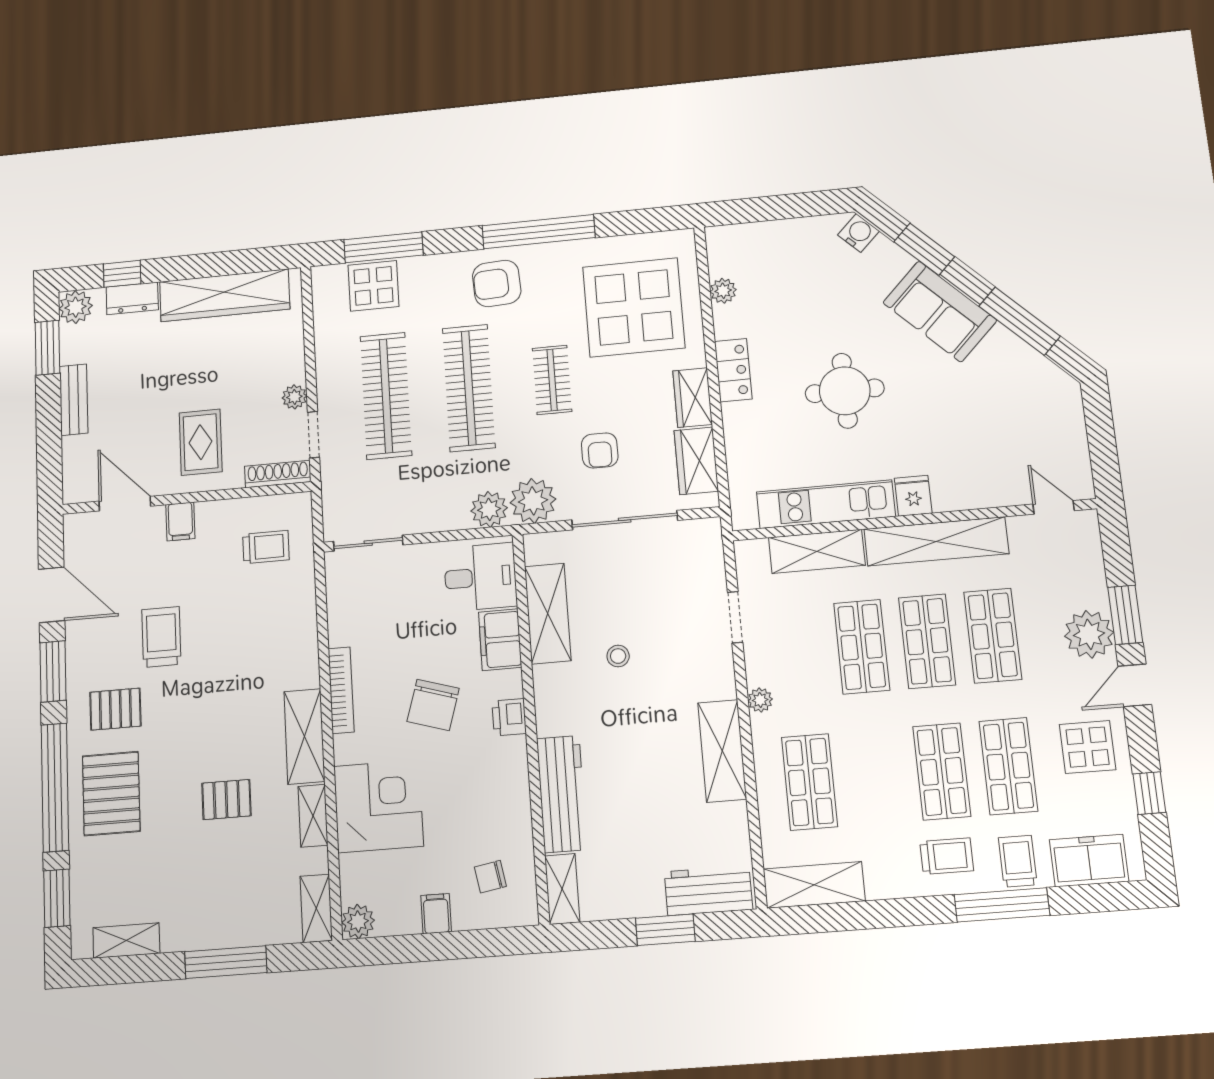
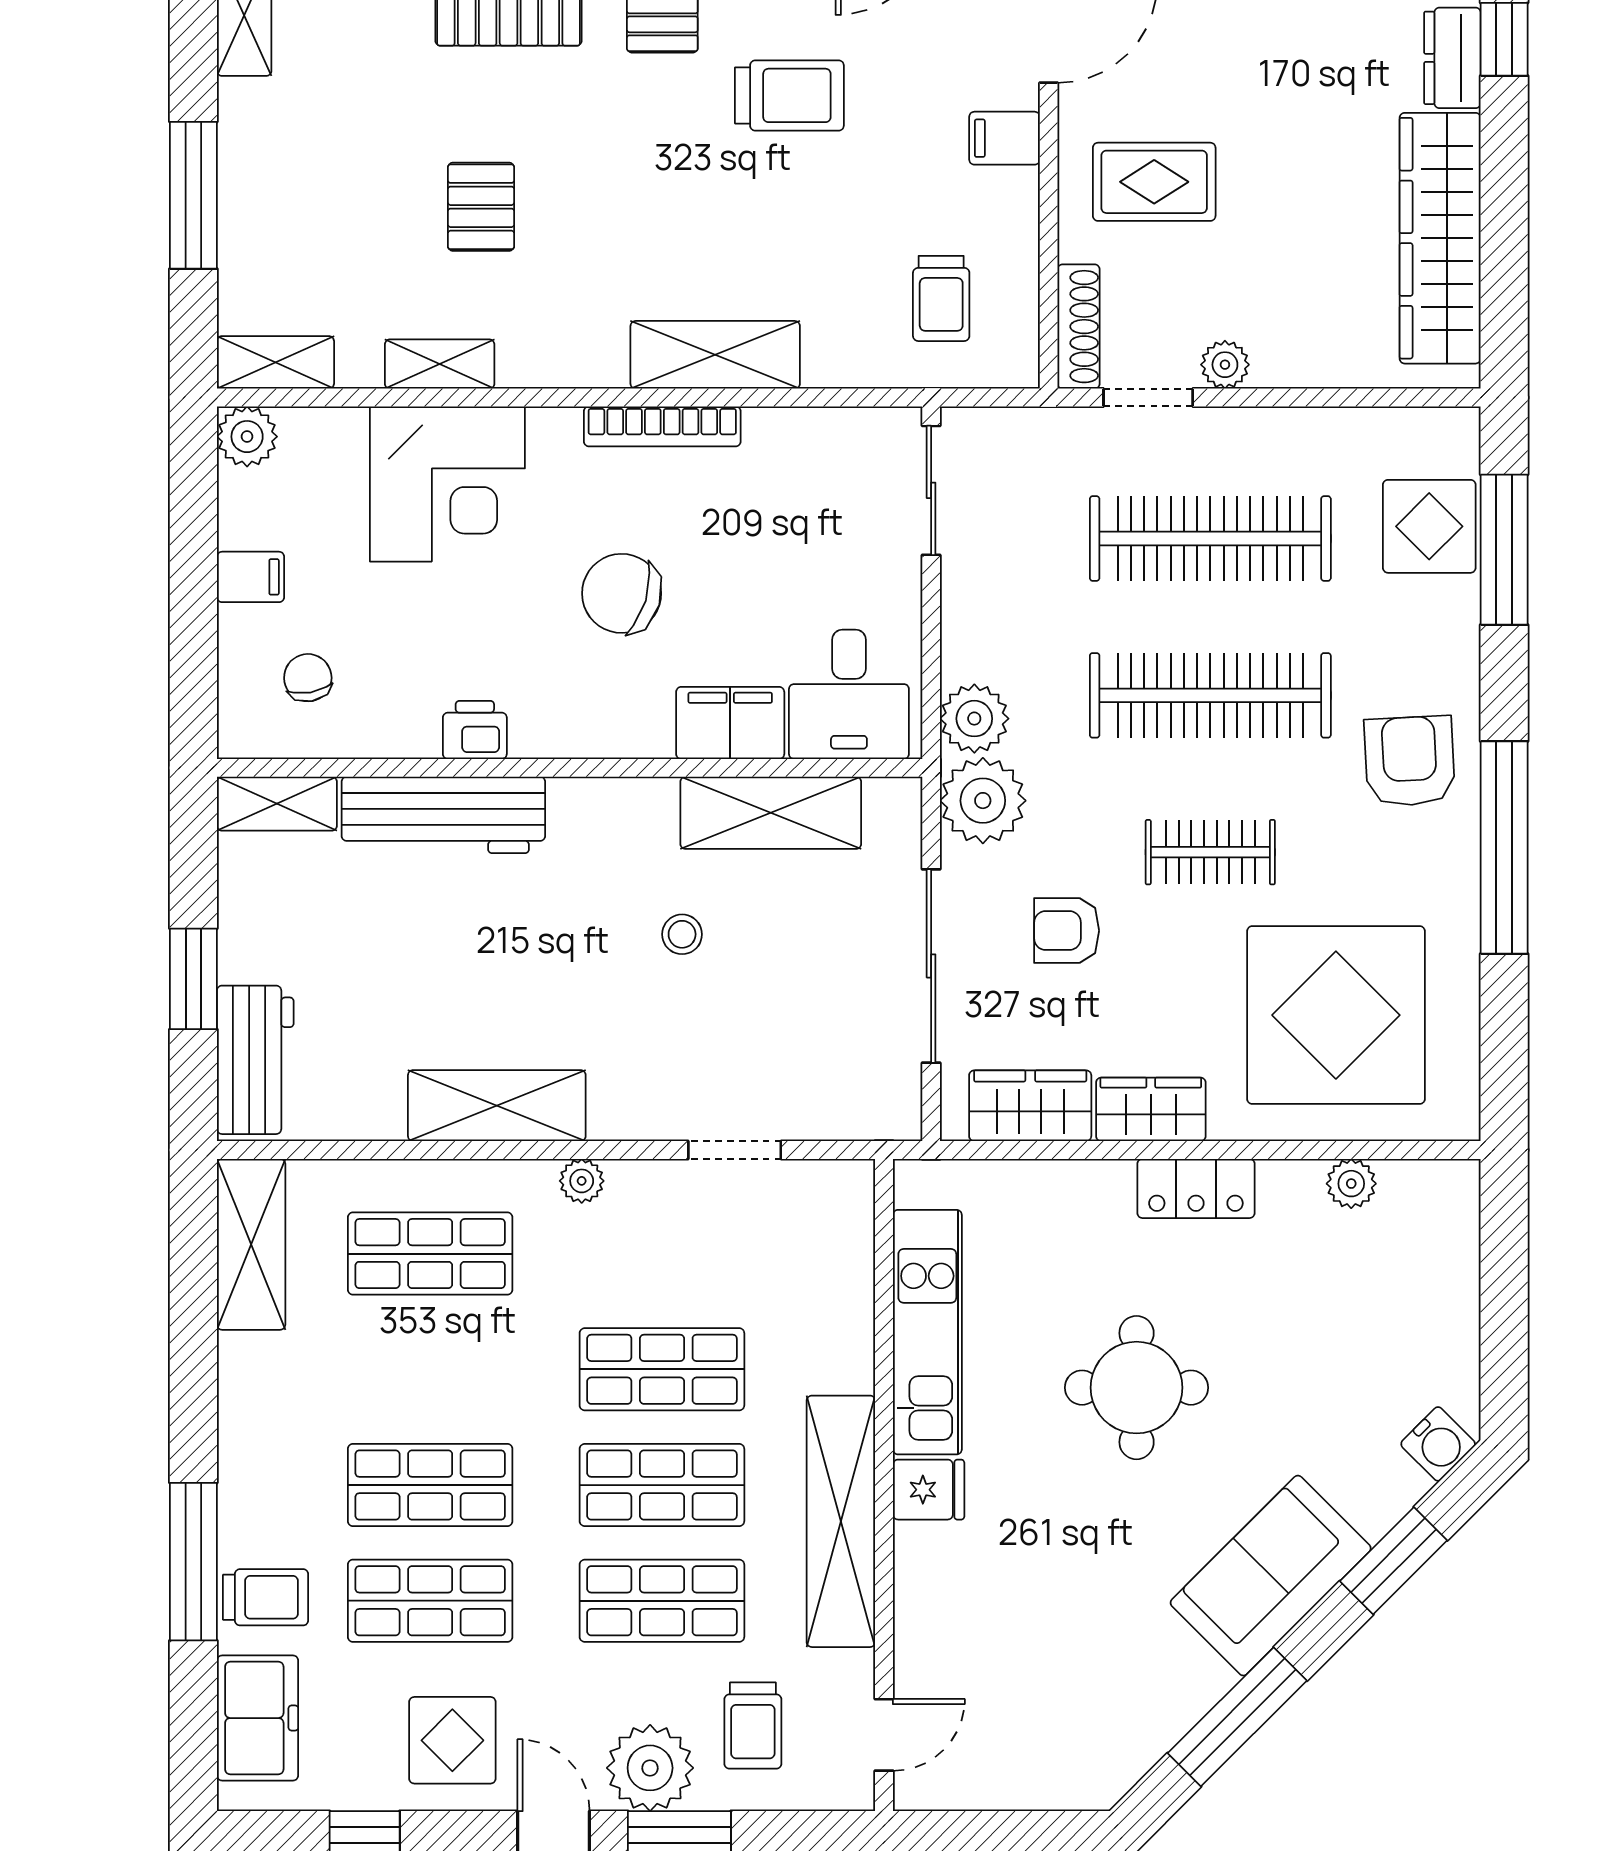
shelving: (817, 551) -> (842, 1307), removed
printer: (509, 717) -> (475, 730), moved
shelving: (304, 736) -> (715, 355), moved
trolley: (947, 856) -> (753, 1725), moved

